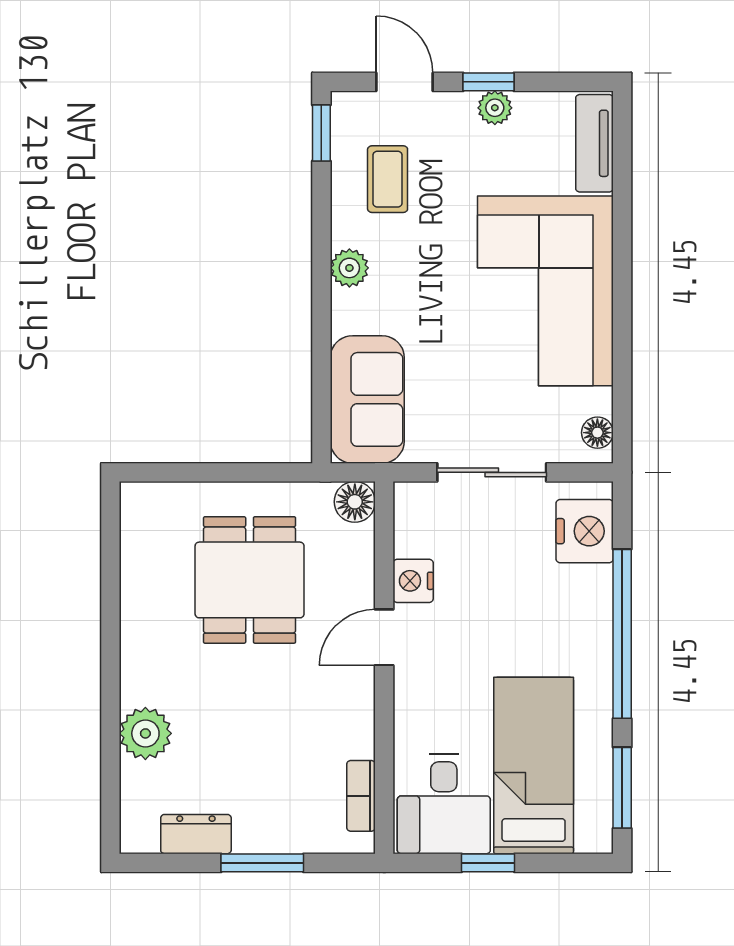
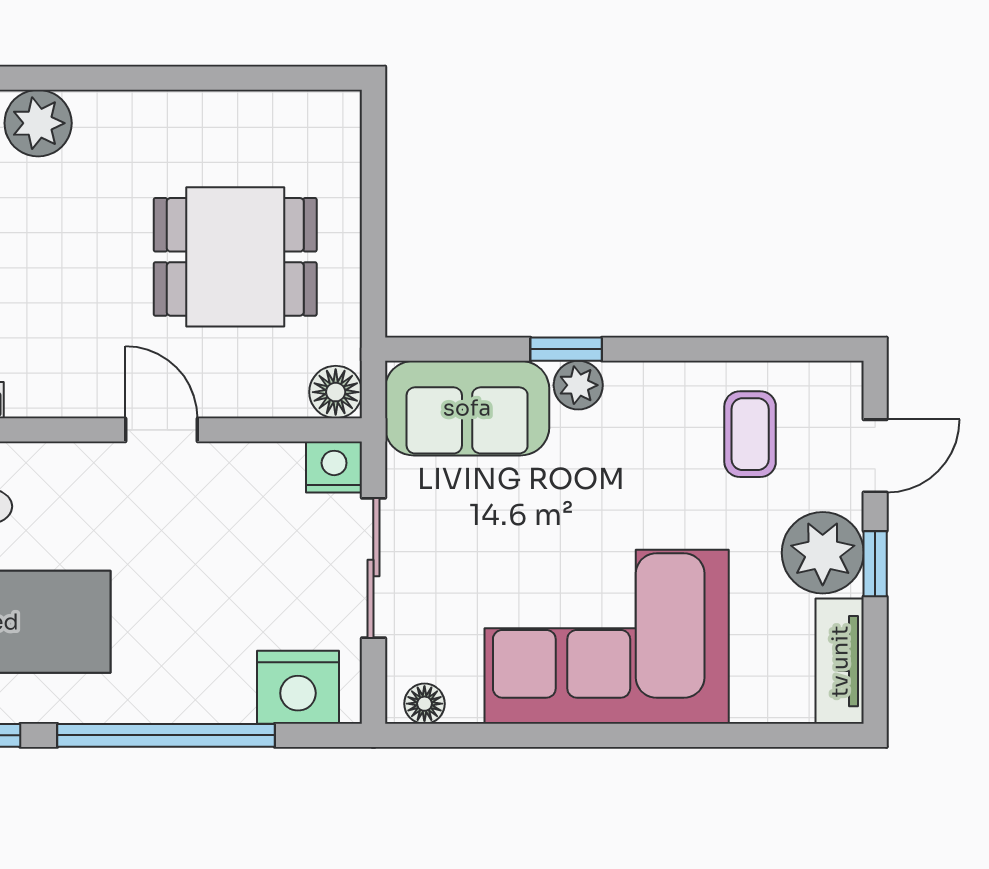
plant: (495, 108) -> (823, 553), width x1.88, depth x1.88
window: (321, 133) -> (566, 349), moved
tv unit: (594, 143) -> (840, 661), moved, turned -90
coffee table: (388, 179) -> (750, 434), turned 90
plant: (349, 268) -> (578, 385), moved
nightstand: (413, 581) -> (334, 467), moved

